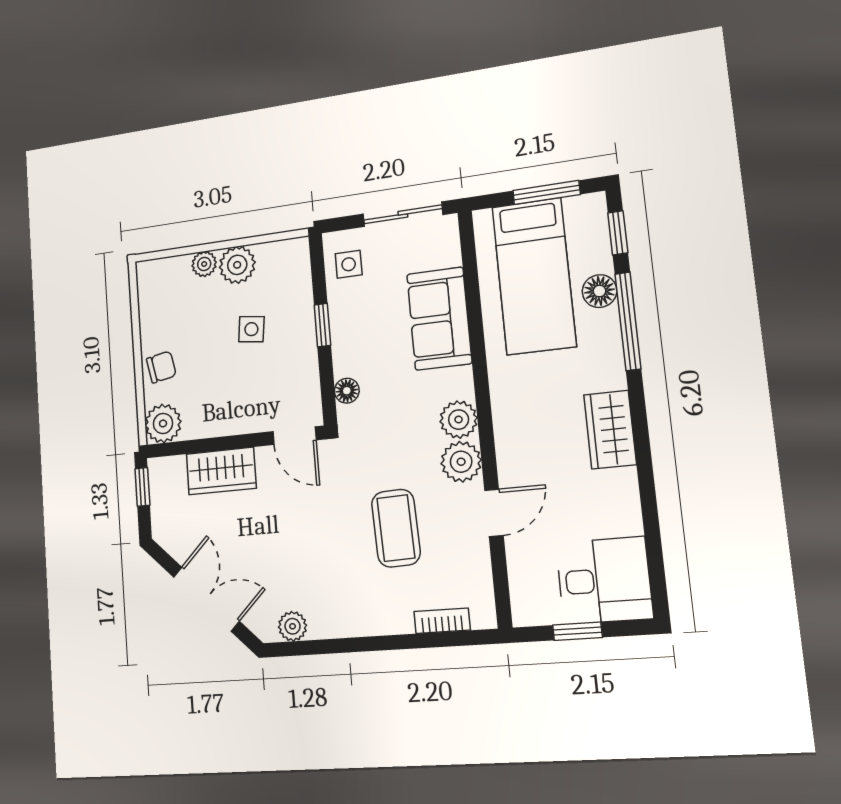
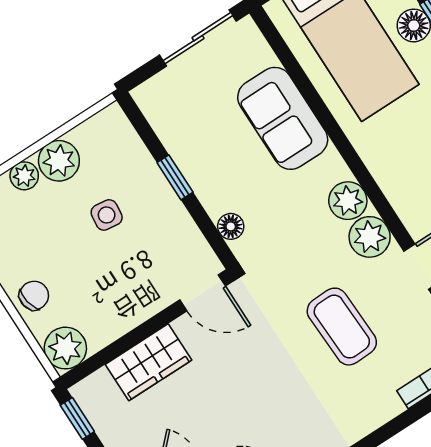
side table: (349, 264) -> (170, 109), removed

